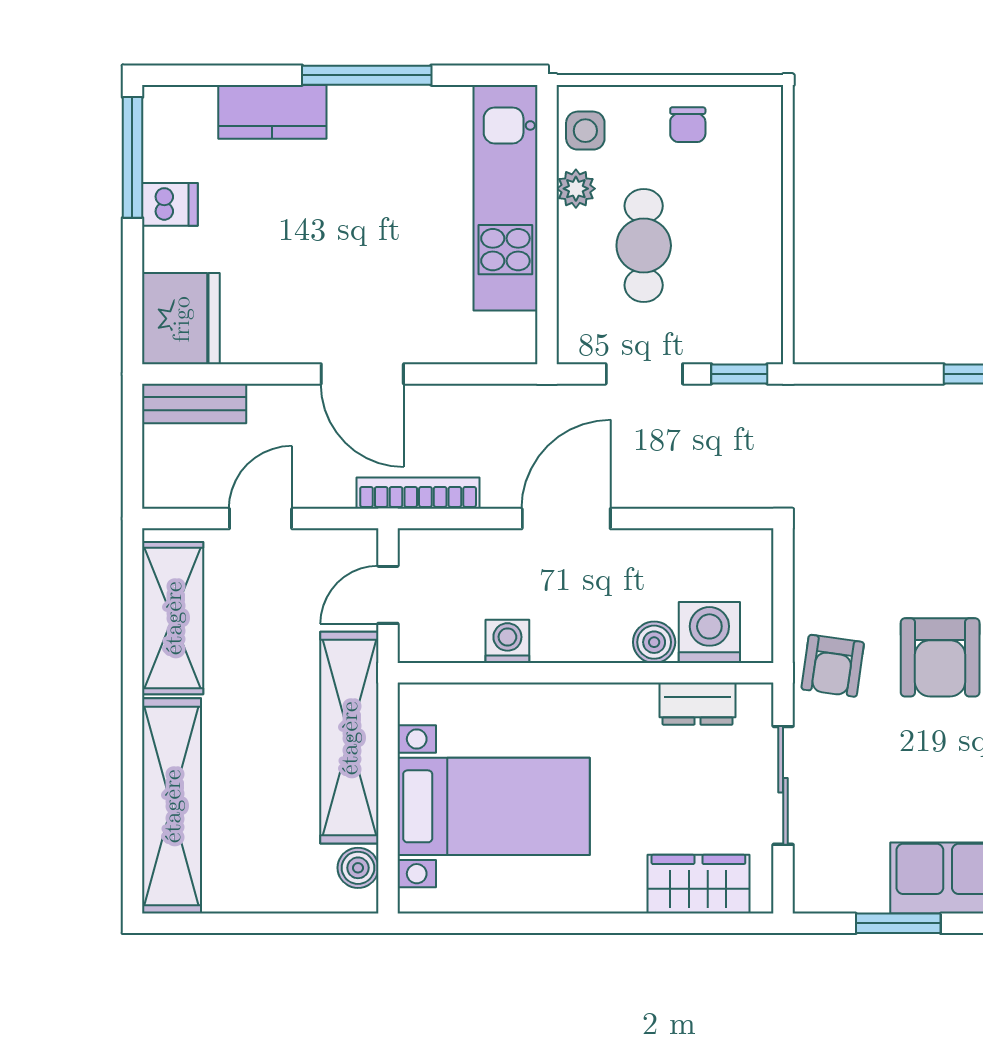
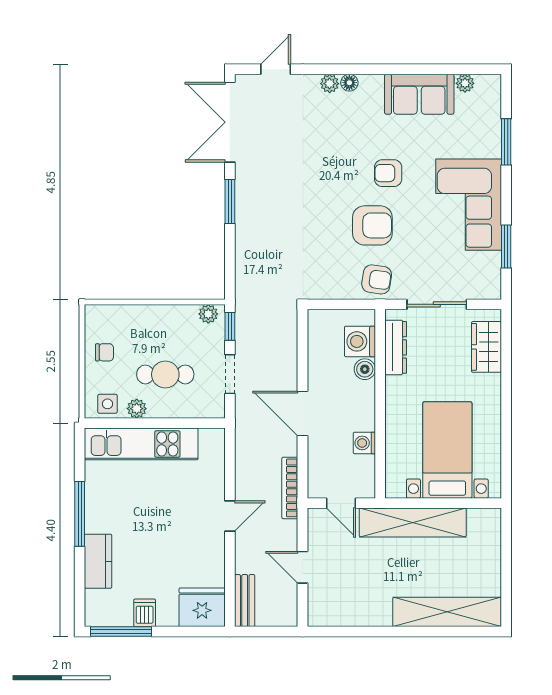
plant: (764, 331) -> (208, 314), added
door: (362, 374) -> (230, 516), width x0.73
shelving: (173, 618) -> (353, 611), removed
dresser: (698, 704) -> (396, 347), width x1.44
boiler: (358, 868) -> (478, 518), removed

